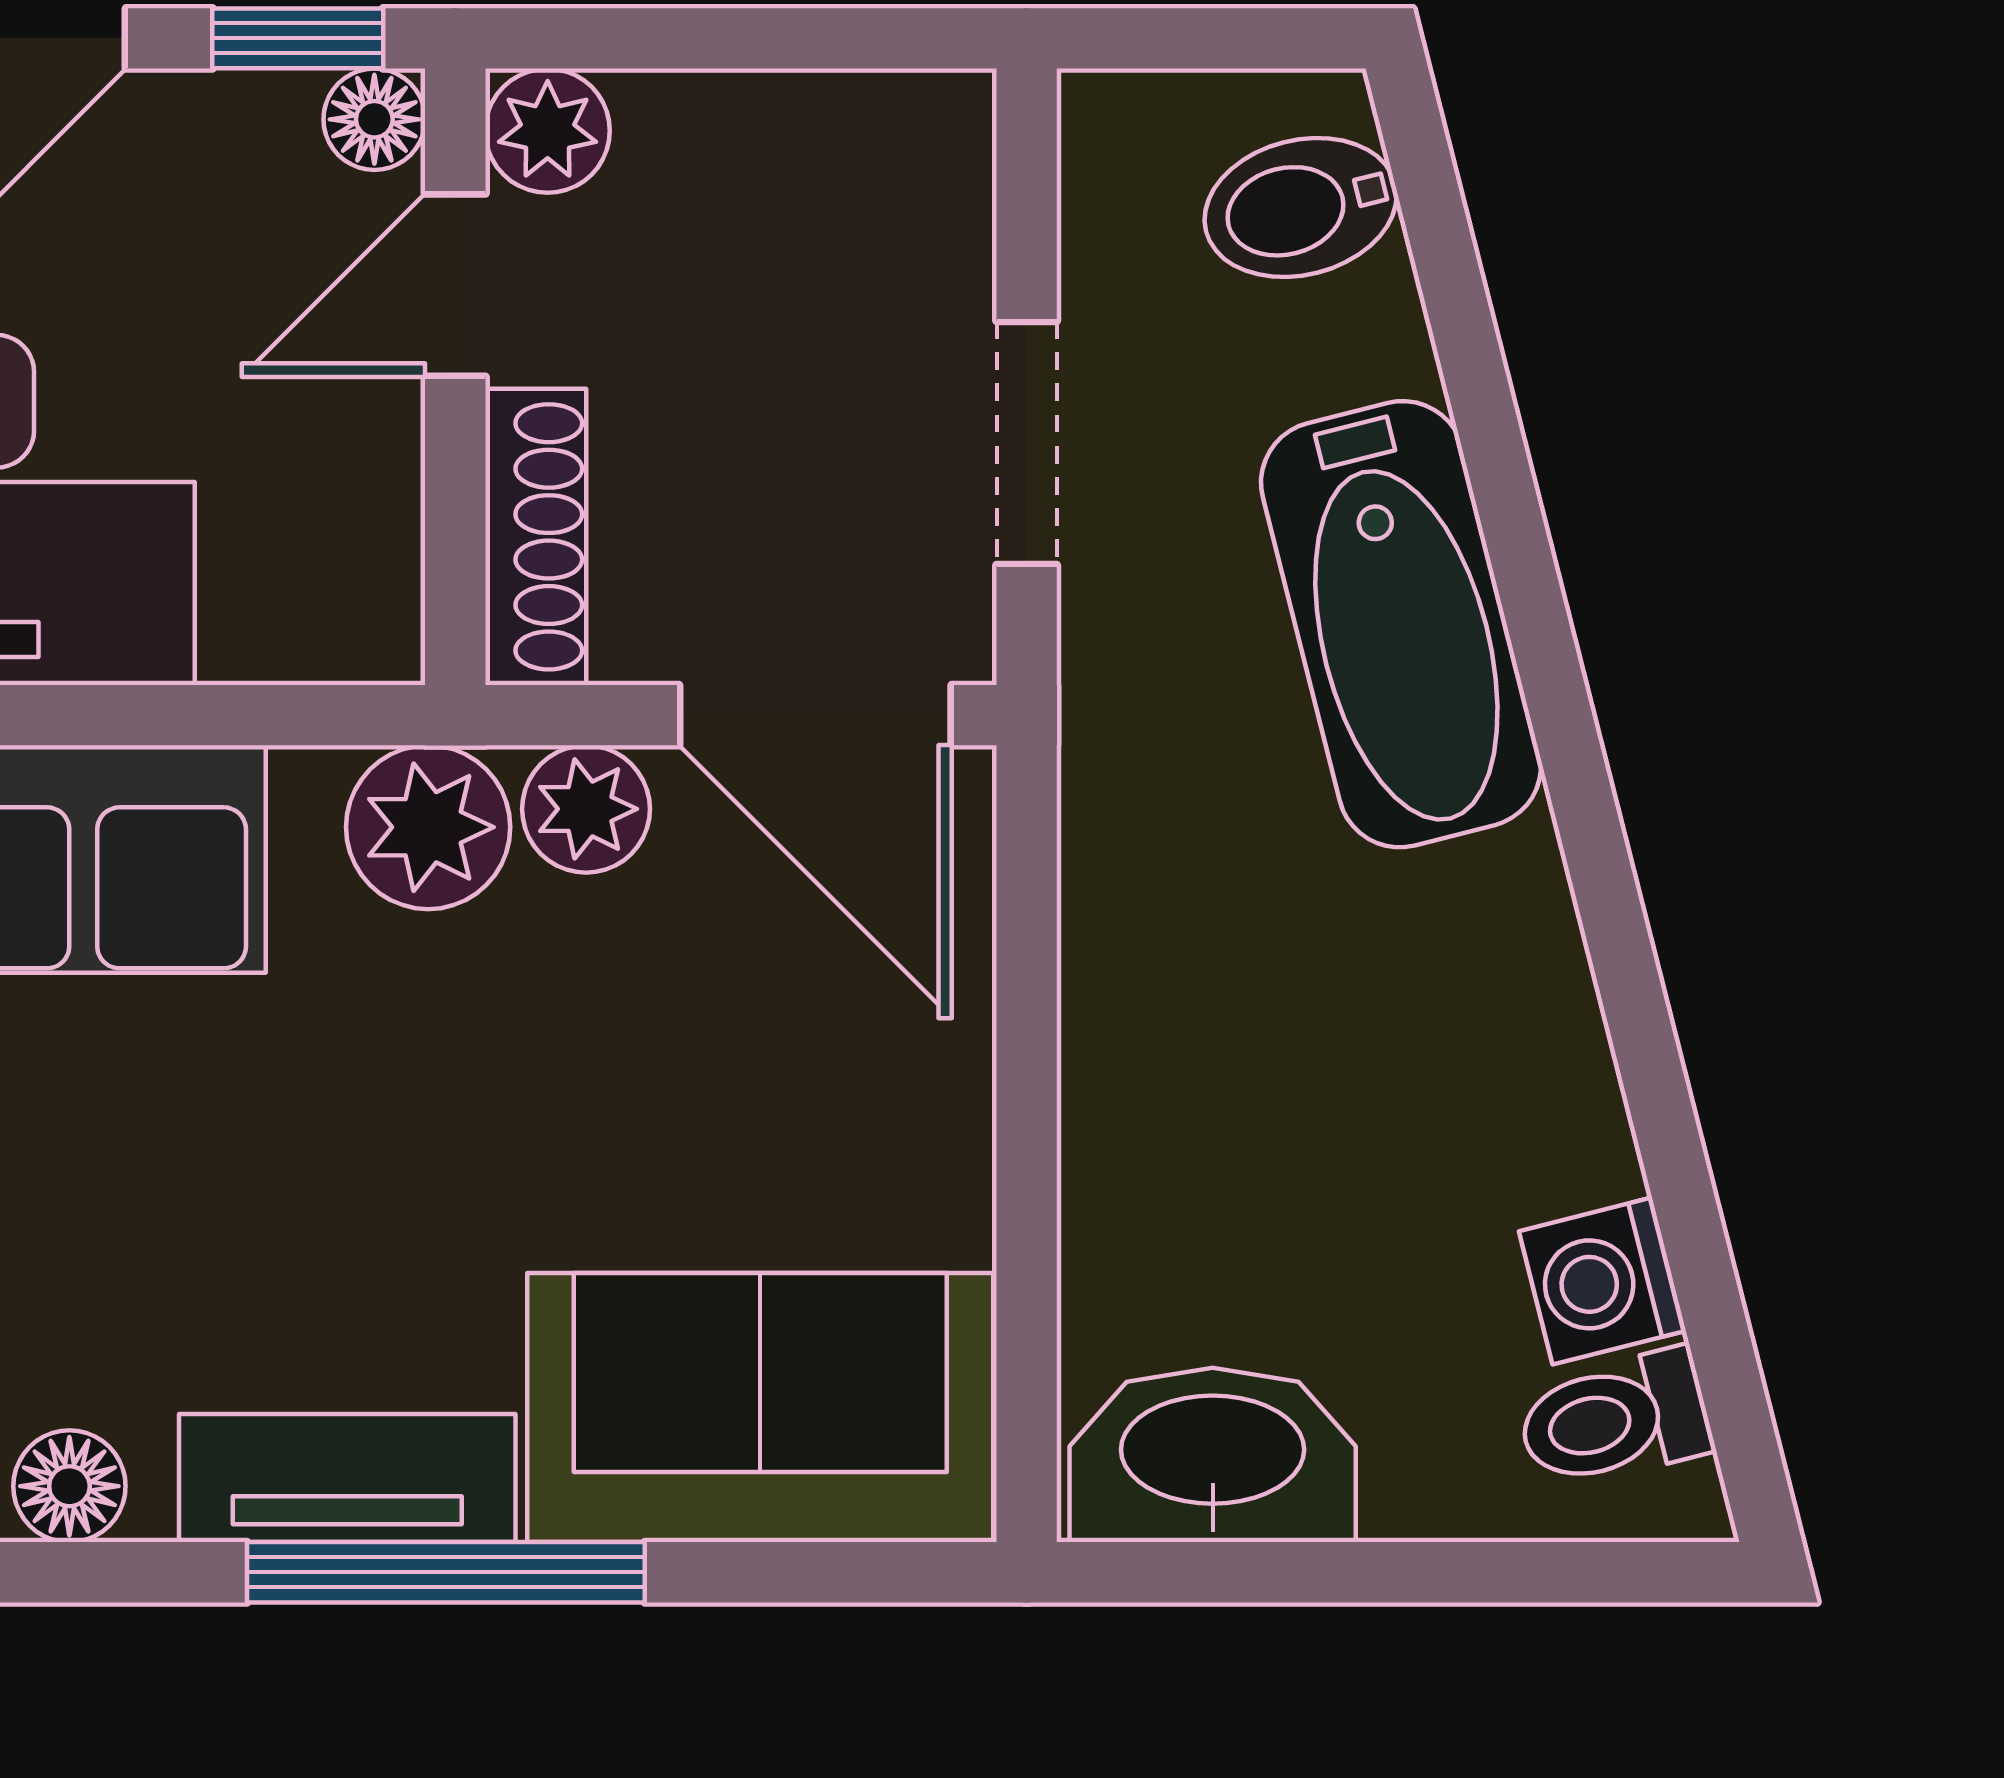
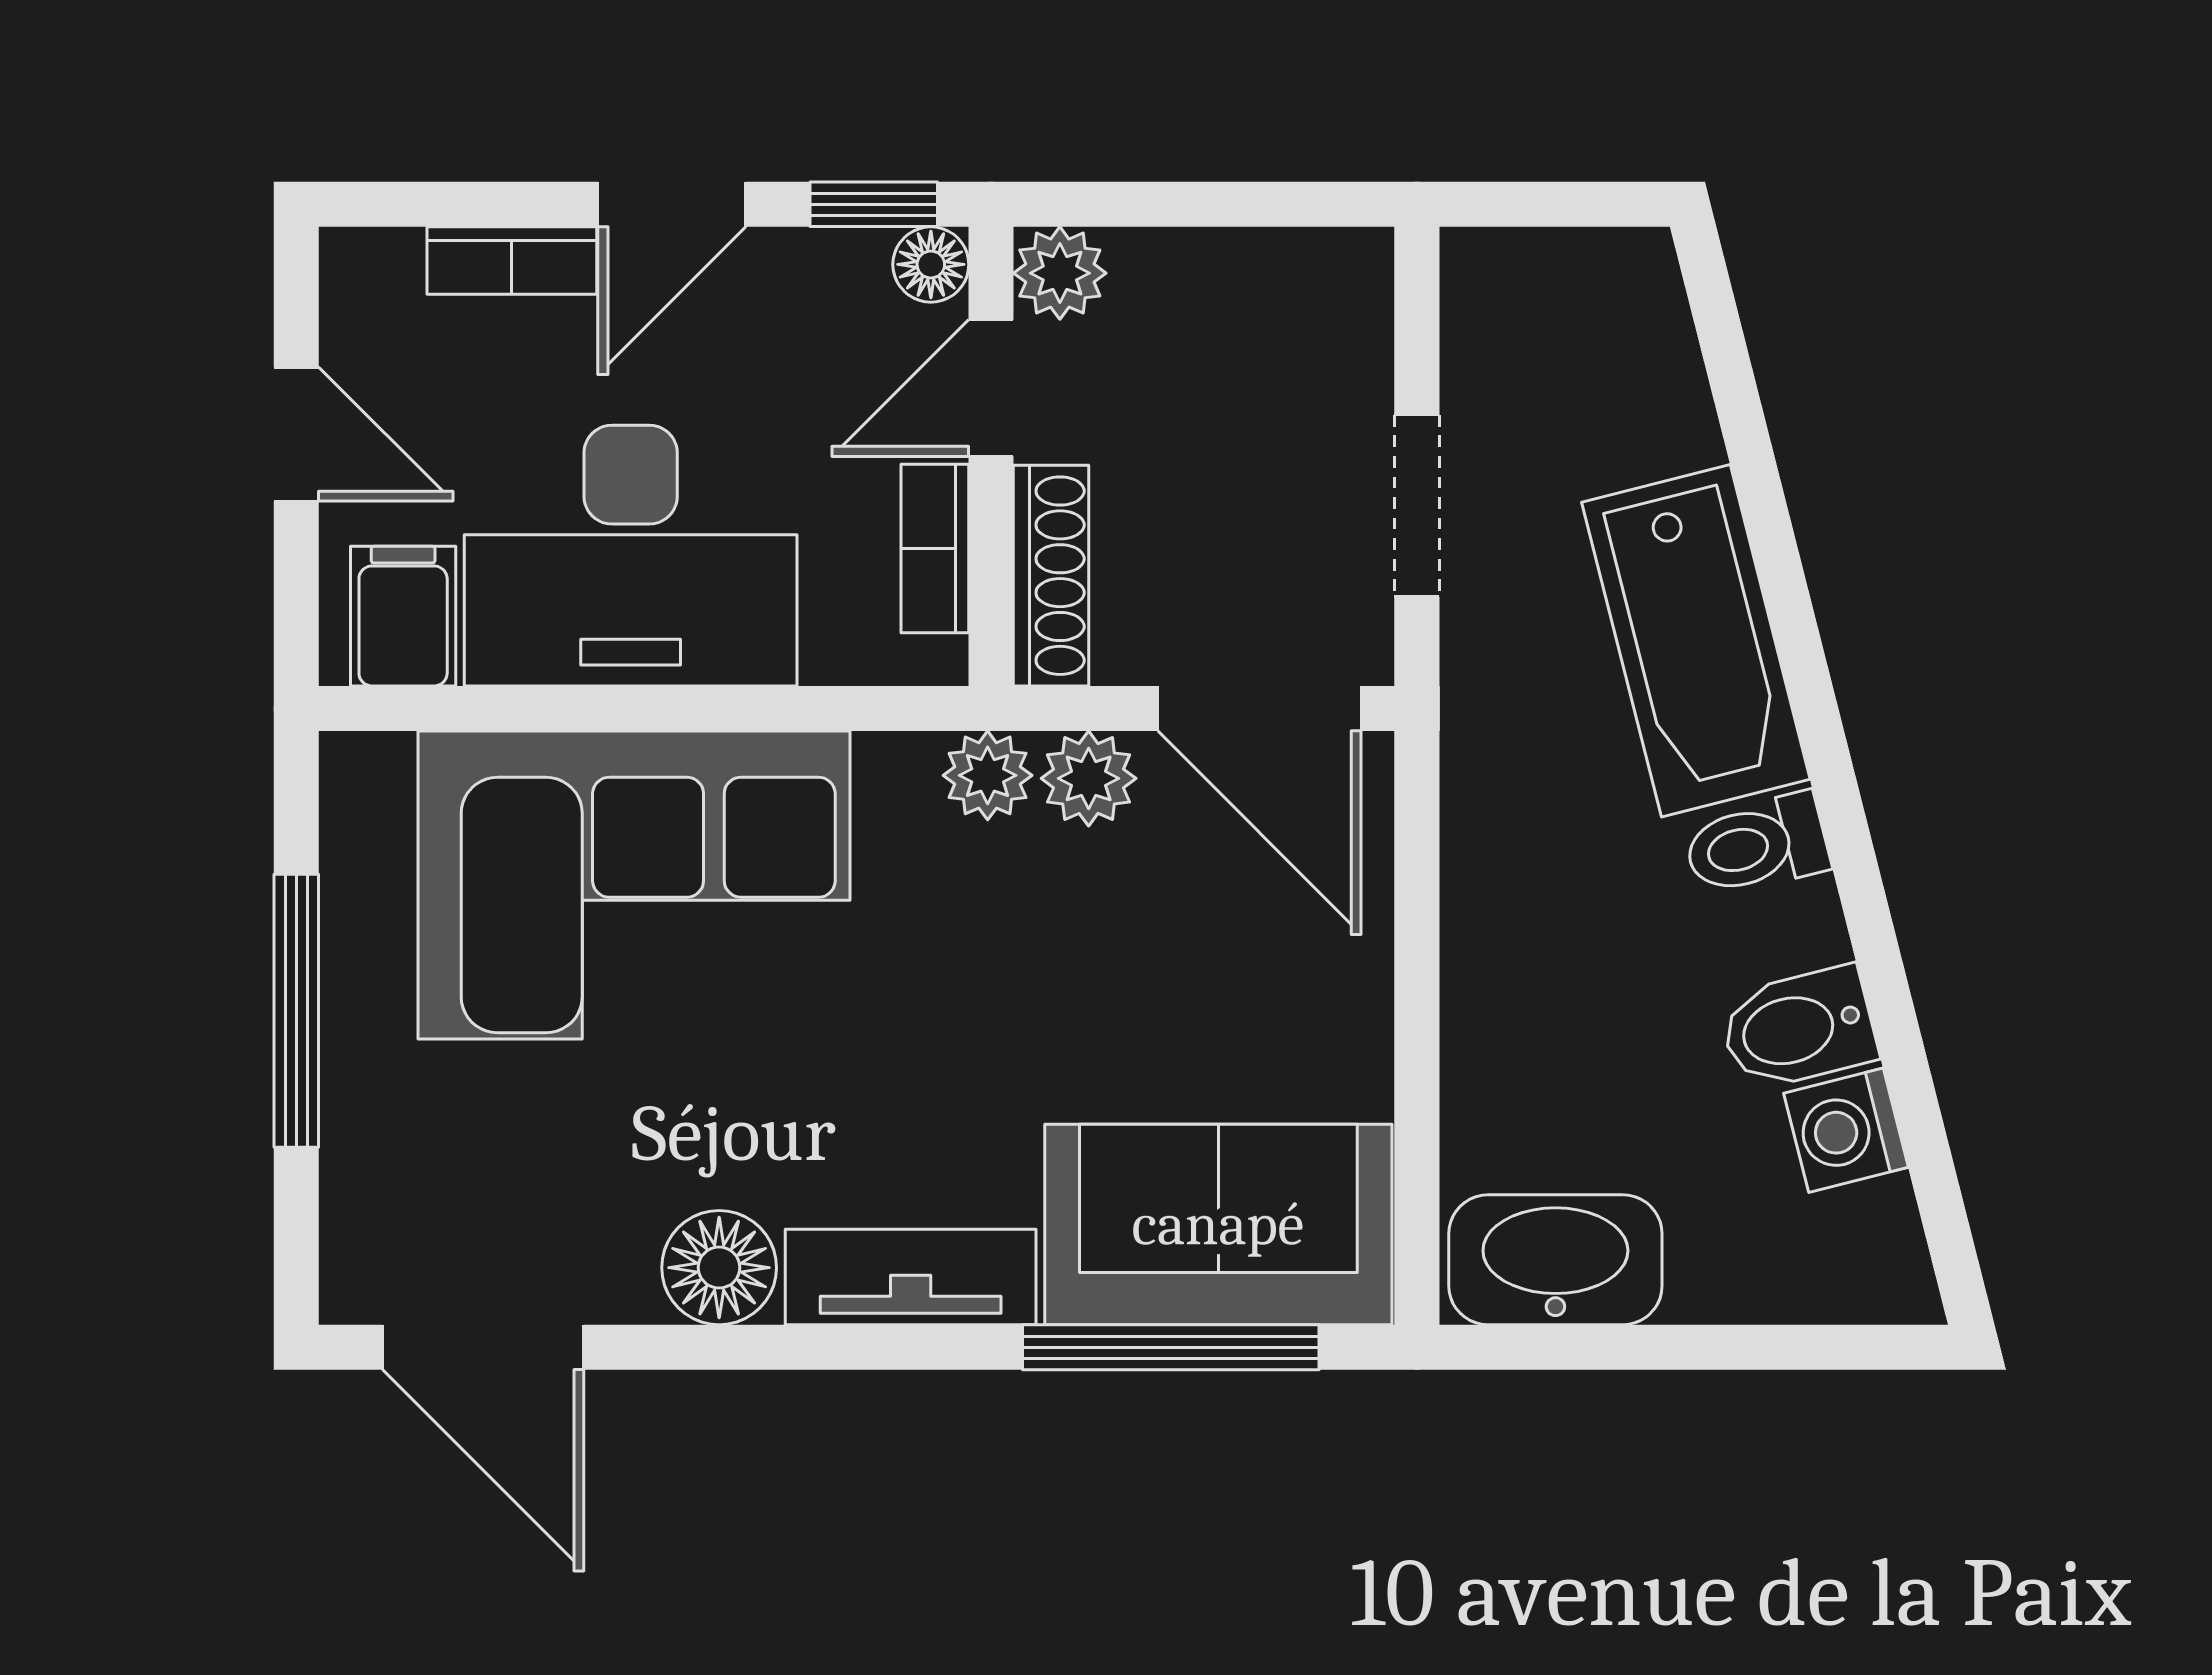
bidet: (1301, 207) -> (1798, 1028), moved
bookcase: (380, 500) -> (935, 548), added
plant: (428, 827) -> (988, 775), width x0.73, depth x0.73
toilet: (1614, 1419) -> (1757, 845), moved
floor lamp: (69, 1486) -> (719, 1268), width x1.37, depth x1.37
window: (446, 1572) -> (1171, 1347), moved

